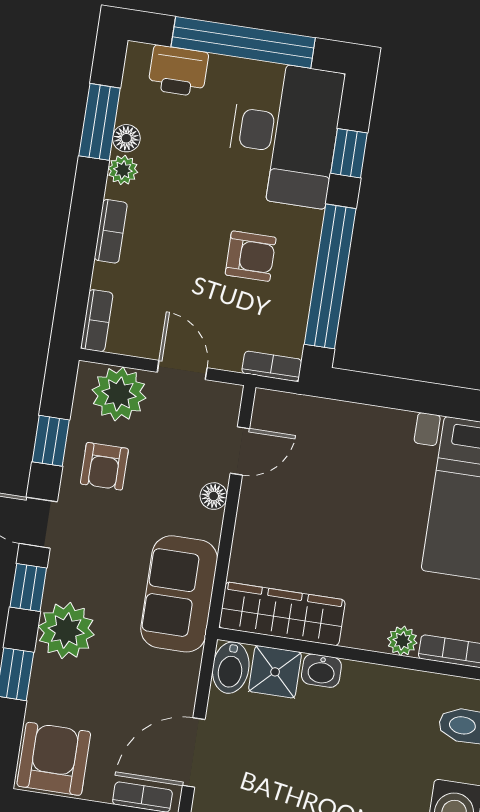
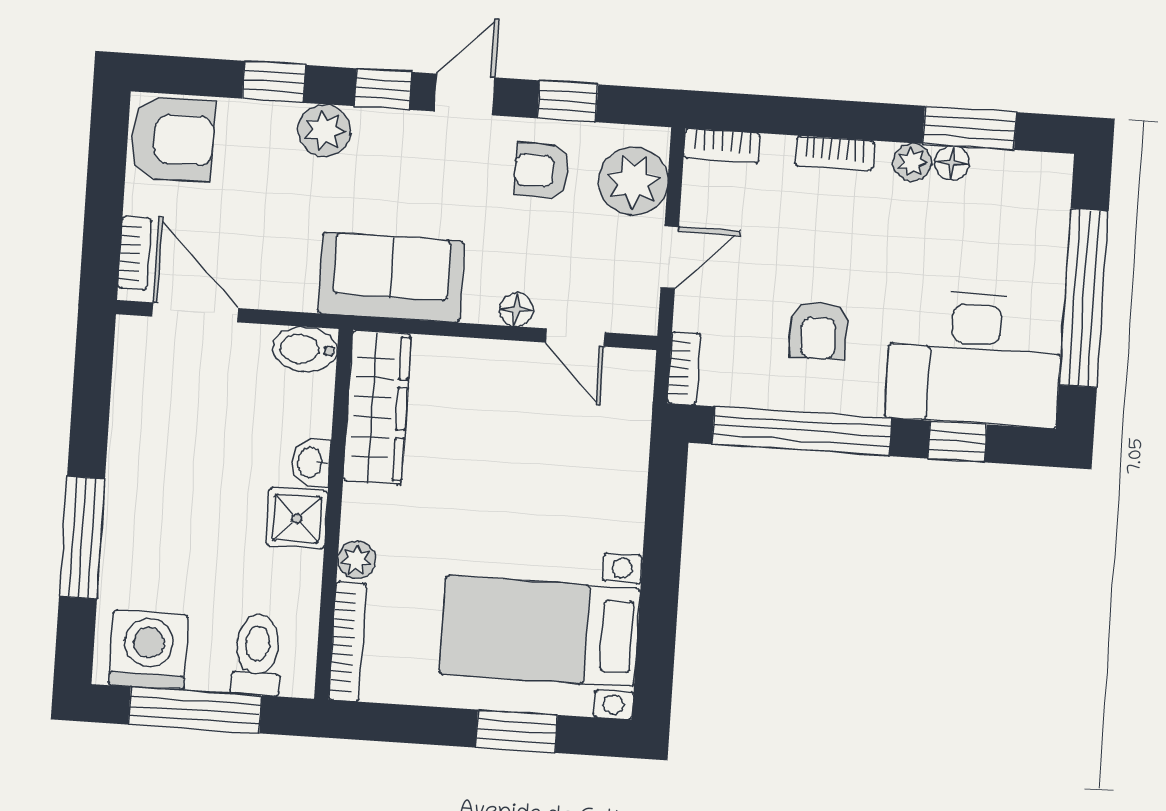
printer: (178, 71) -> (1041, 220), removed
plant: (66, 631) -> (325, 131), width x0.73, depth x0.73
shower: (275, 672) -> (297, 518), moved

